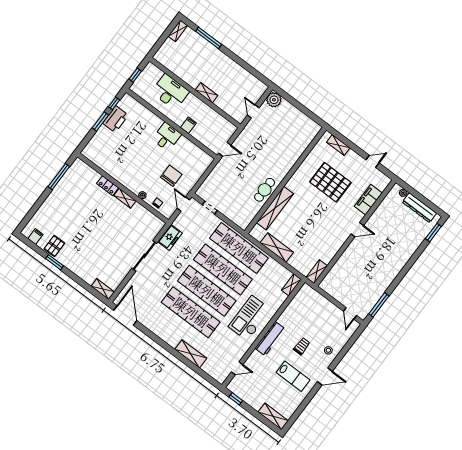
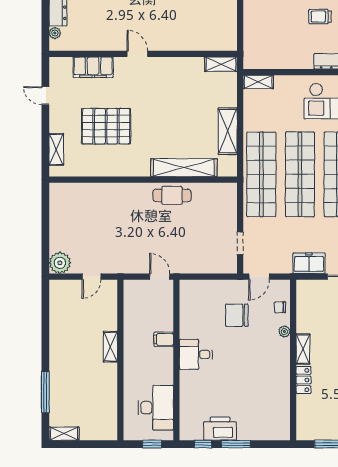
desk: (170, 92) -> (156, 408), moved, turned 180
pallet: (330, 182) -> (106, 126), turned 90

